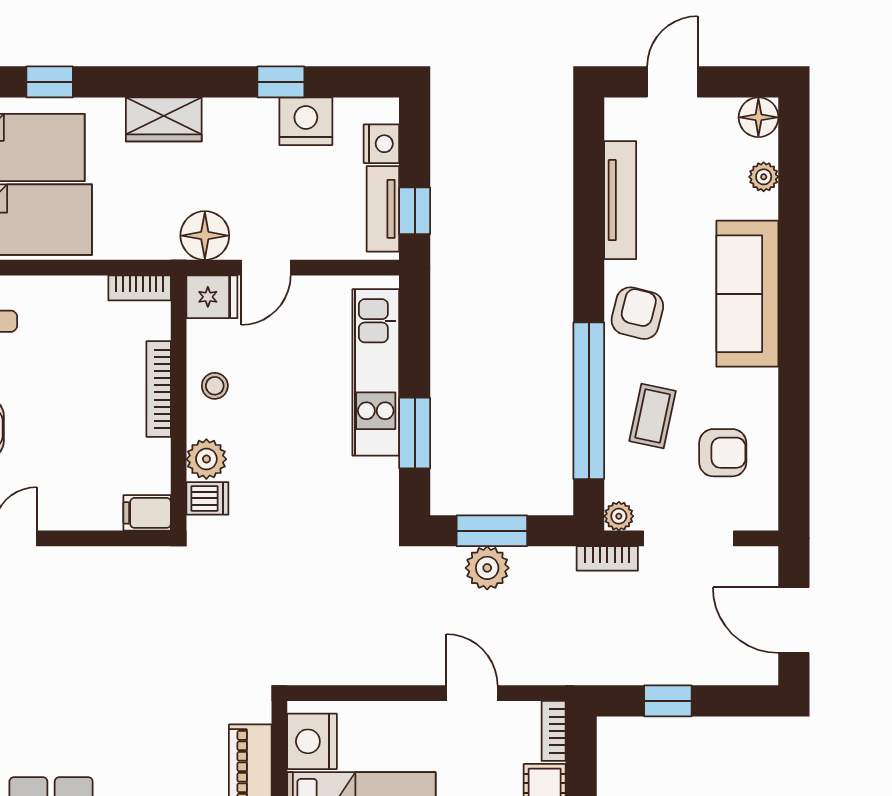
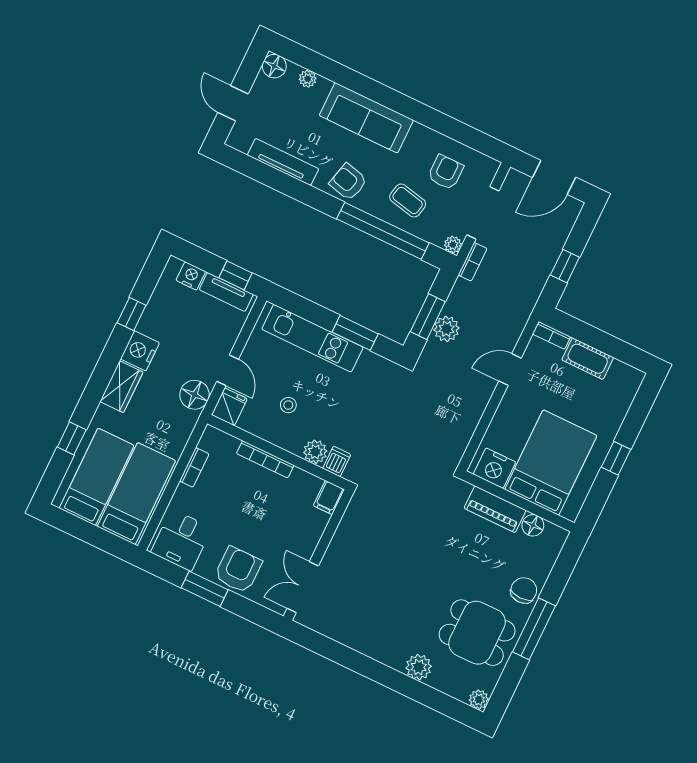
nightstand: (306, 121) -> (140, 351), moved
bookcase: (140, 288) -> (194, 467), moved
stool: (215, 386) -> (288, 405), moved

